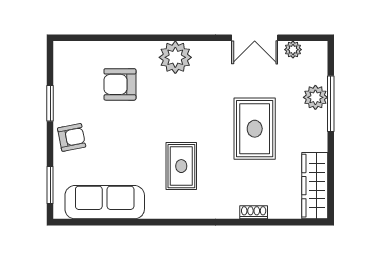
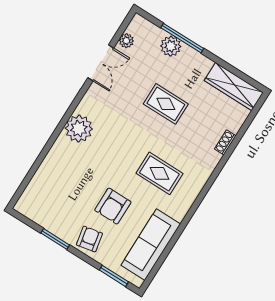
armchair: (120, 84) -> (113, 206), moved
rug: (255, 129) -> (166, 104), width x0.73, depth x0.70

